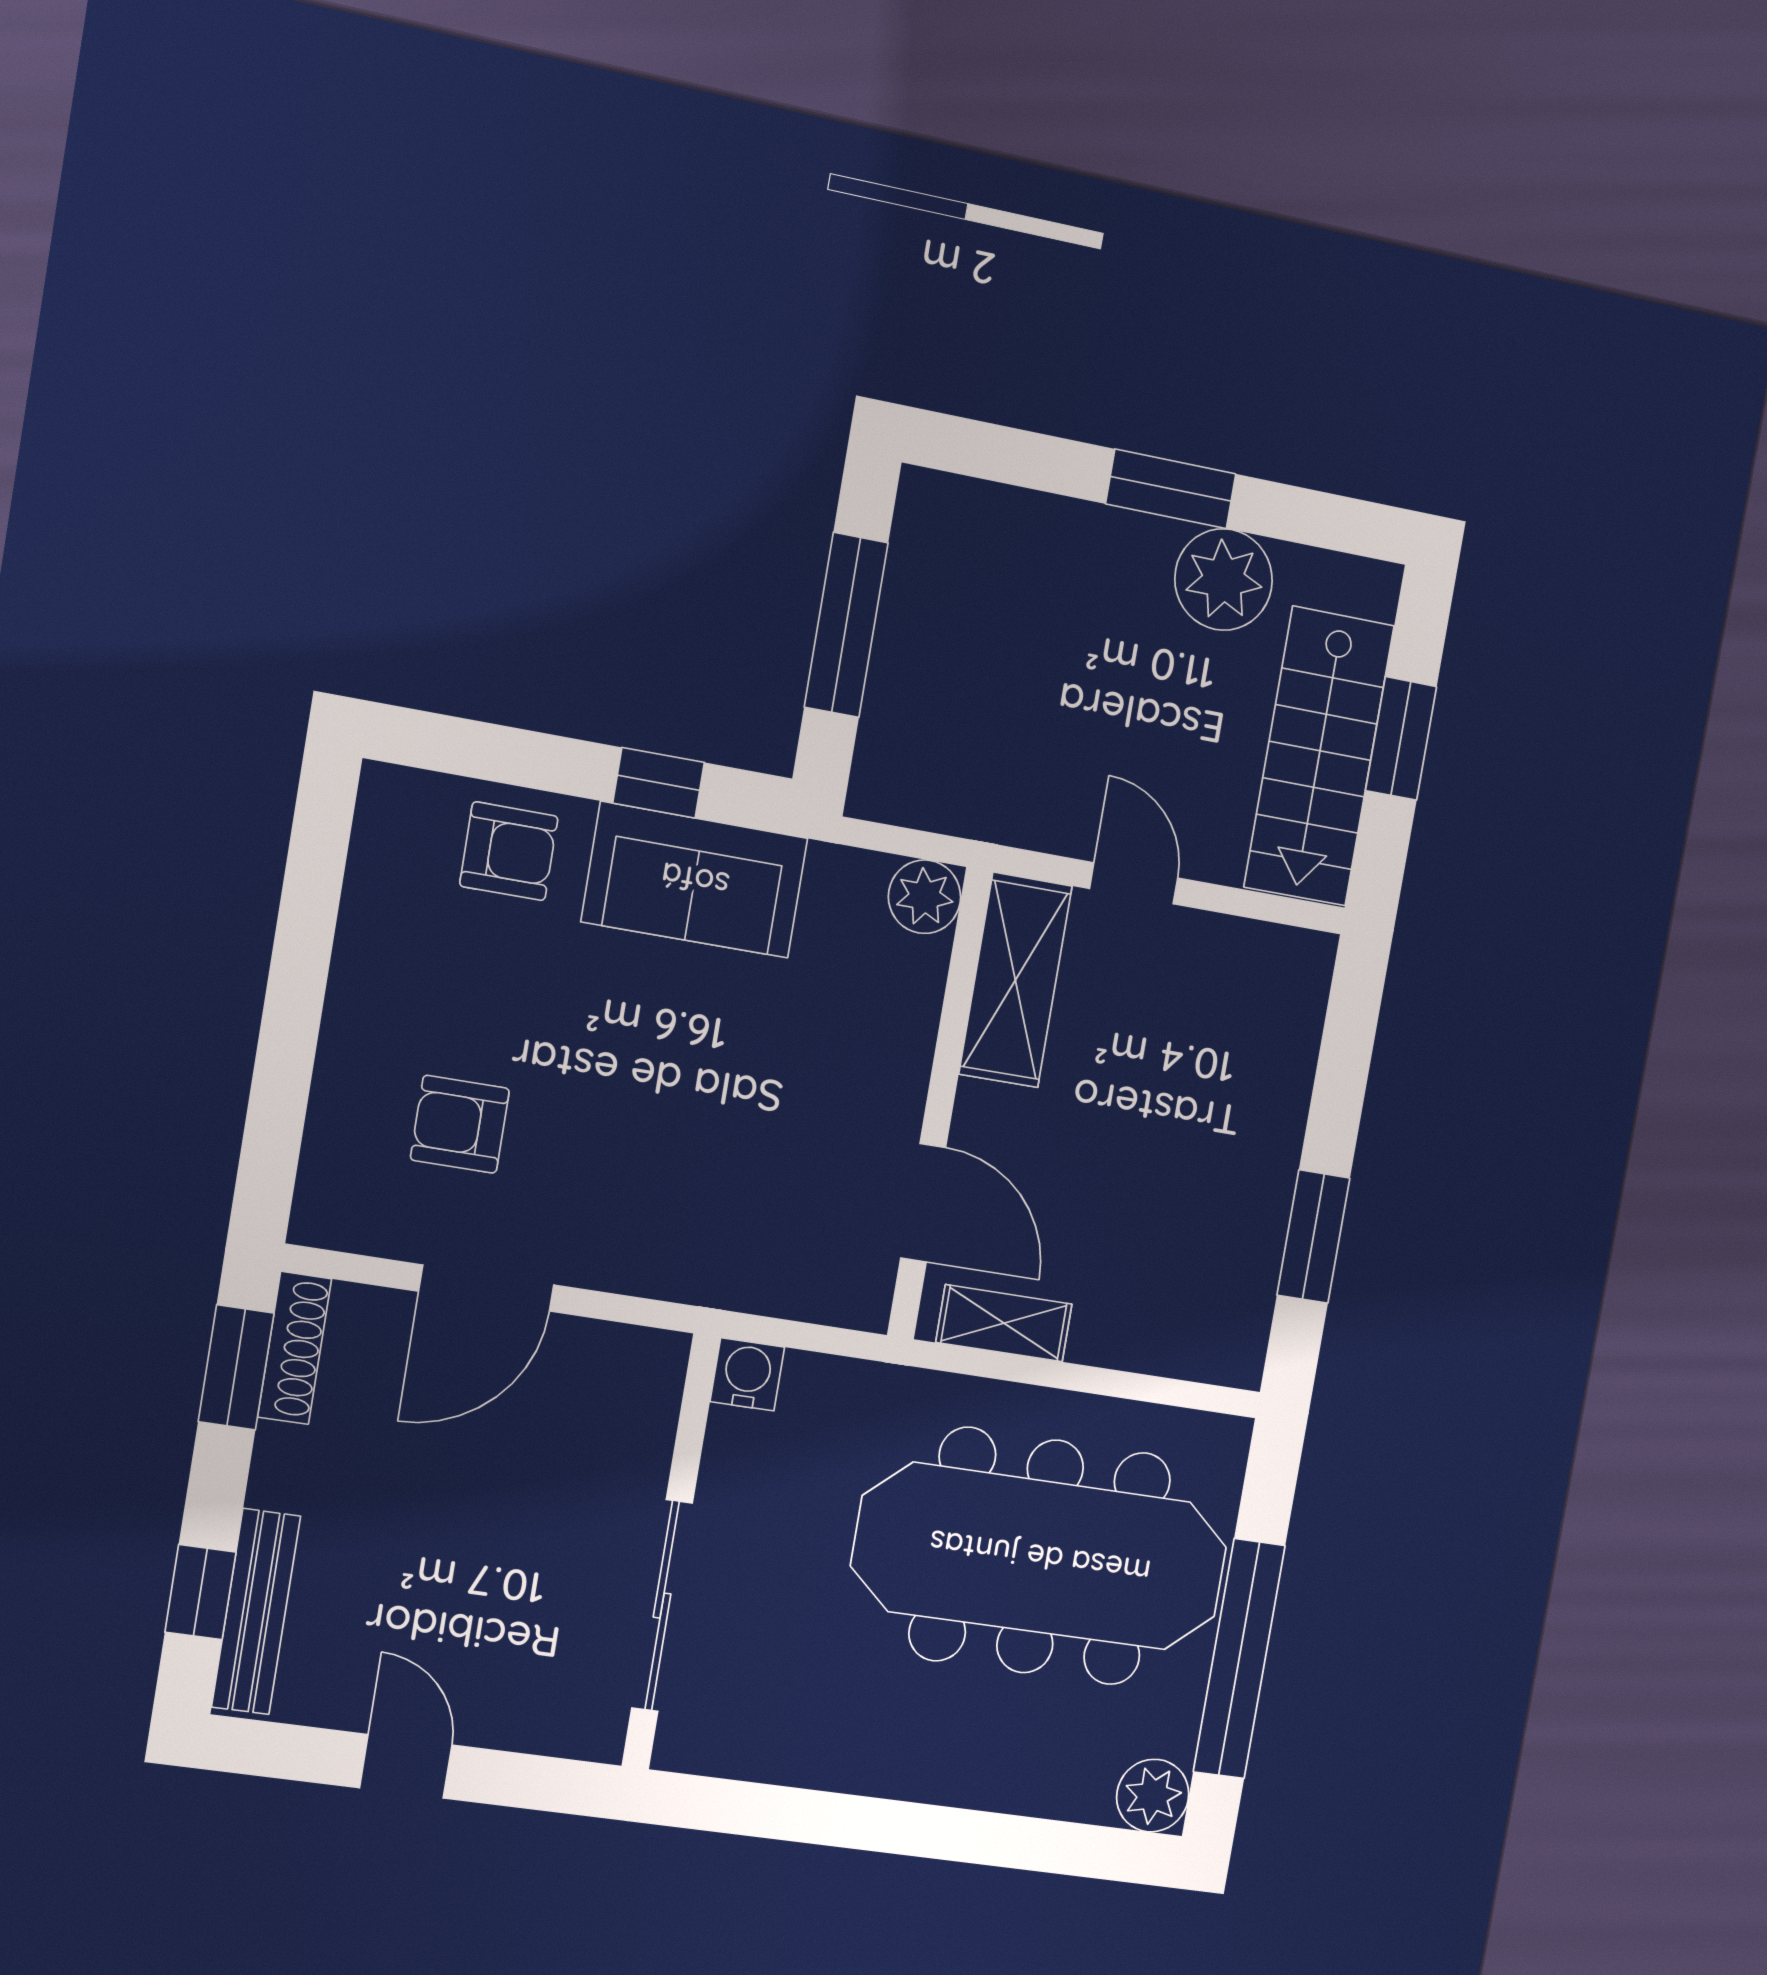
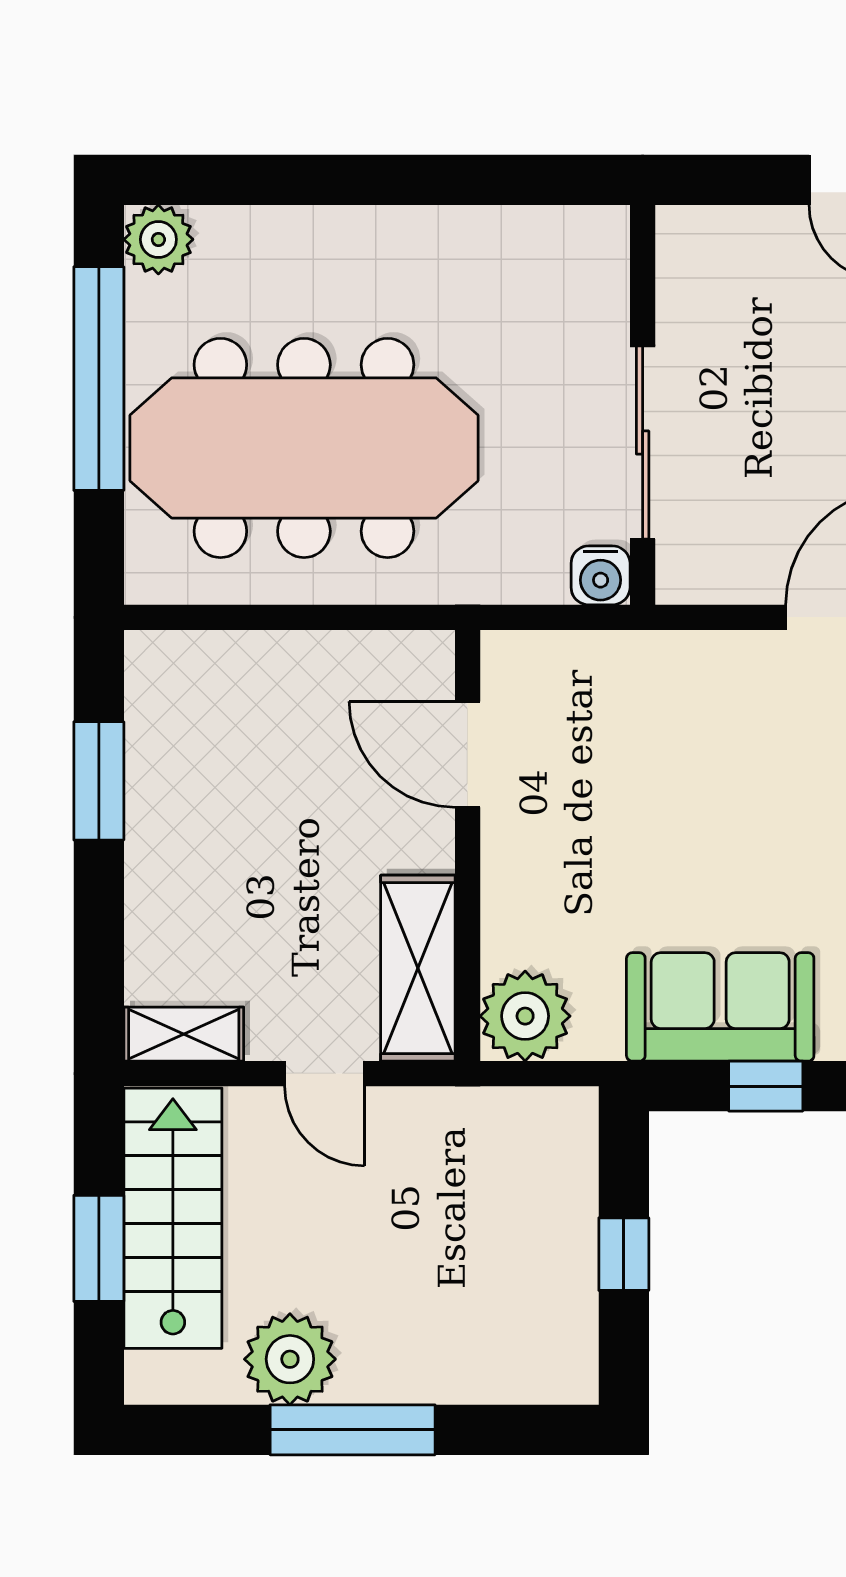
window: (1171, 489) -> (353, 1430), width x1.44
window: (846, 625) -> (624, 1254), width x0.46
plant: (925, 897) -> (525, 1016), width x1.36, depth x1.36
shelving: (1004, 1323) -> (184, 1034), moved
sliding door: (662, 1606) -> (643, 442), moved

